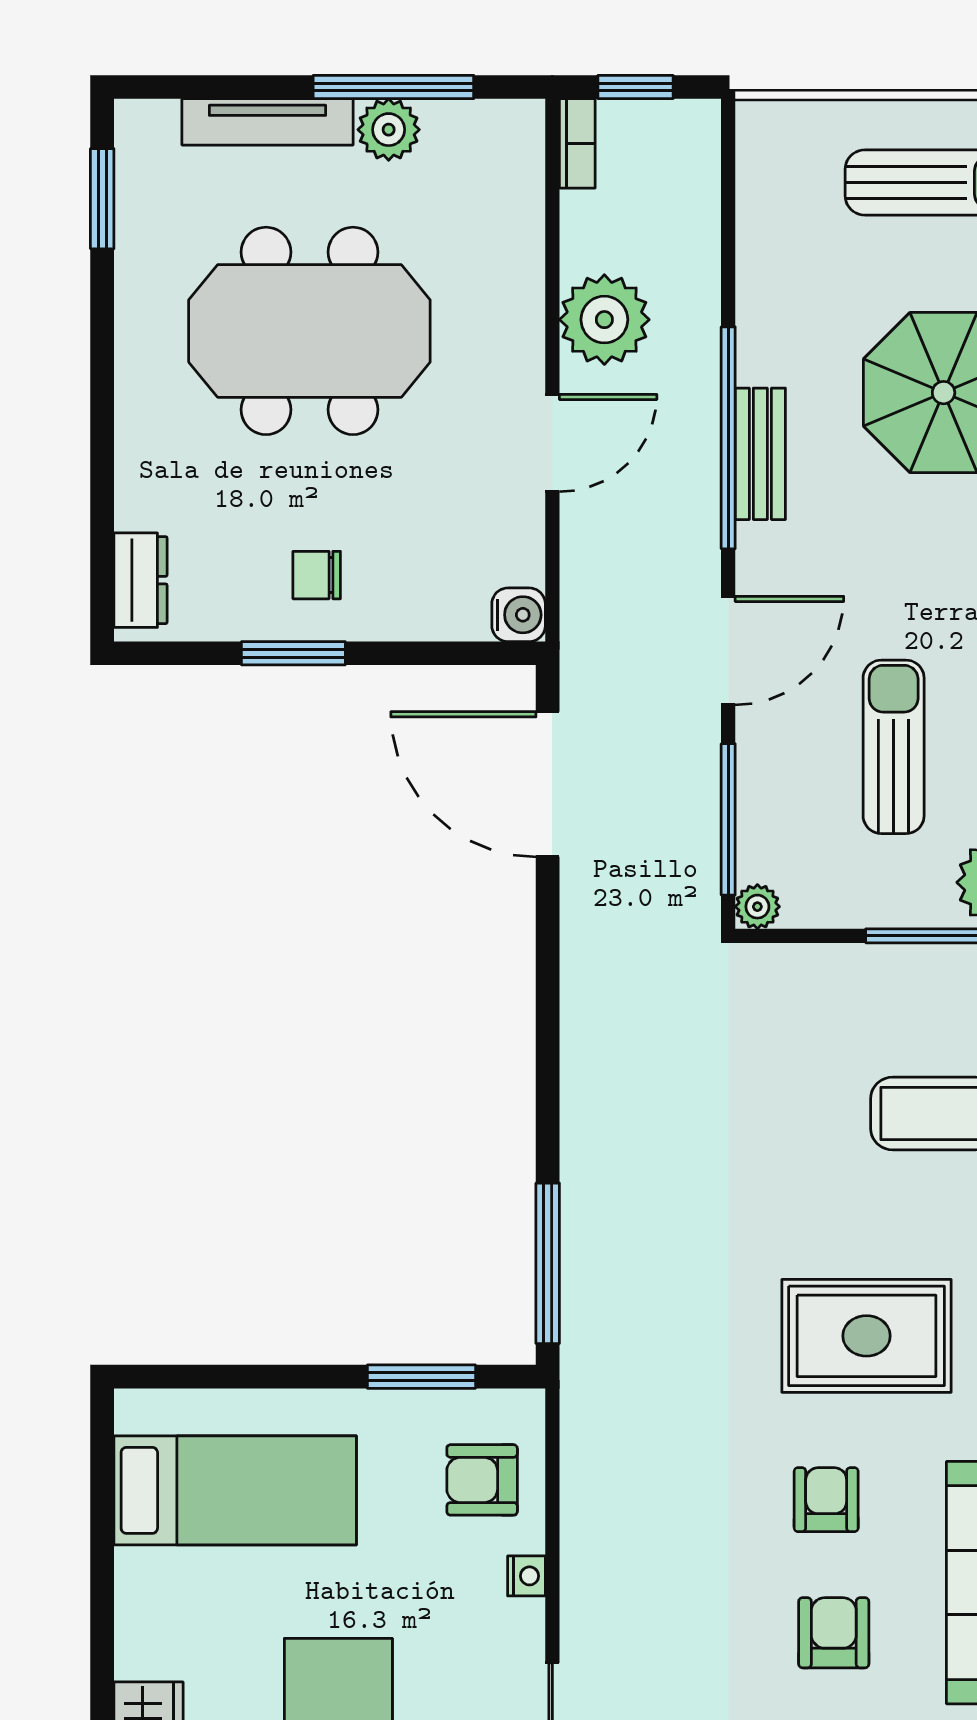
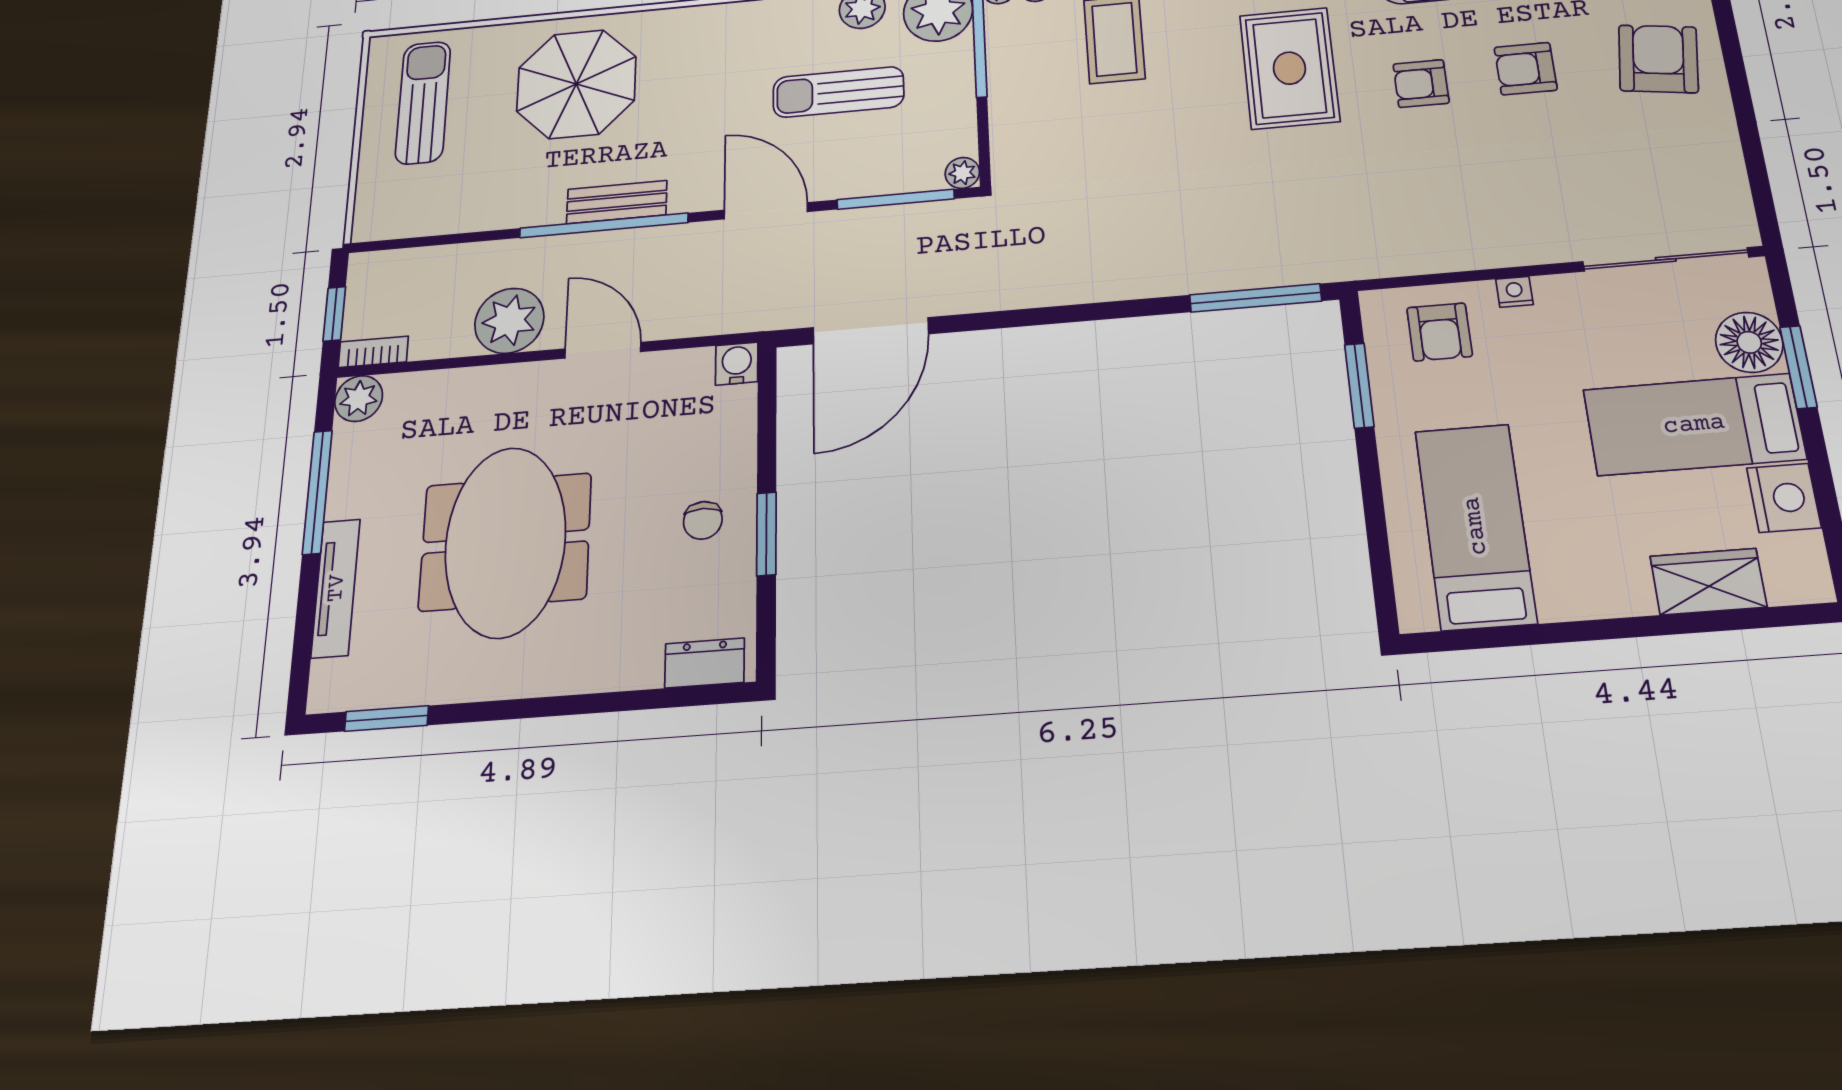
plant: (389, 130) -> (359, 399), moved

